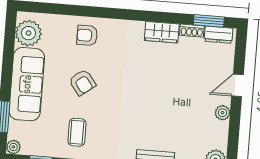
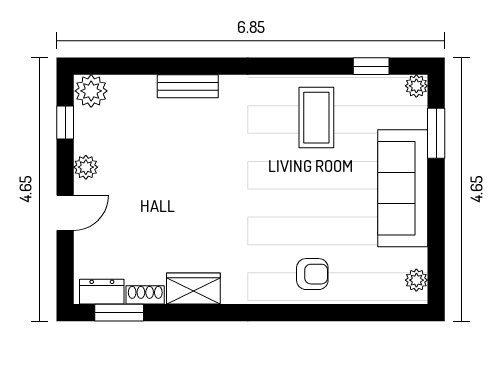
plant: (28, 33) -> (416, 280), width x0.53, depth x0.53
armchair: (82, 82) -> (314, 198), removed
coffee table: (77, 132) -> (316, 118), width x1.36, depth x1.30
window: (233, 141) -> (65, 123), added

